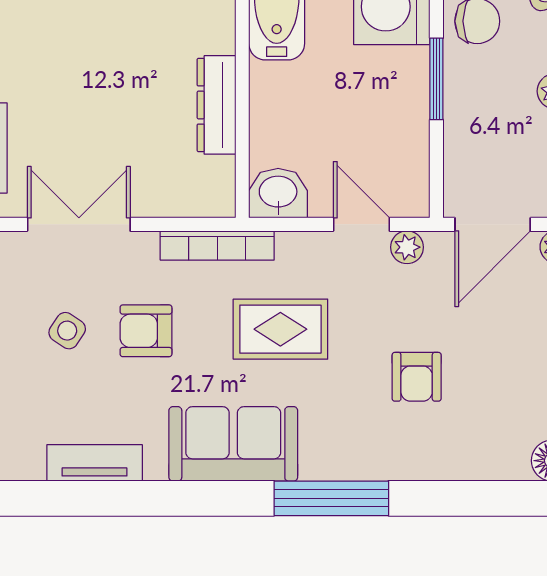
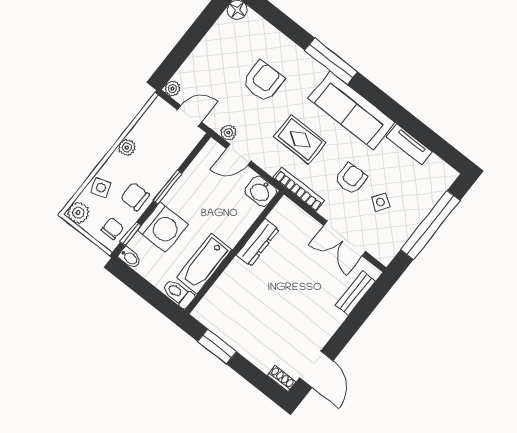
door: (361, 224) -> (239, 155), hinge flipped
door: (493, 224) -> (189, 116), width x0.73
armchair: (146, 331) -> (351, 179), turned -90
armchair: (417, 377) -> (263, 81), width x1.38, depth x1.38
sofa: (233, 444) -> (352, 110), width x1.36

